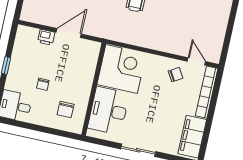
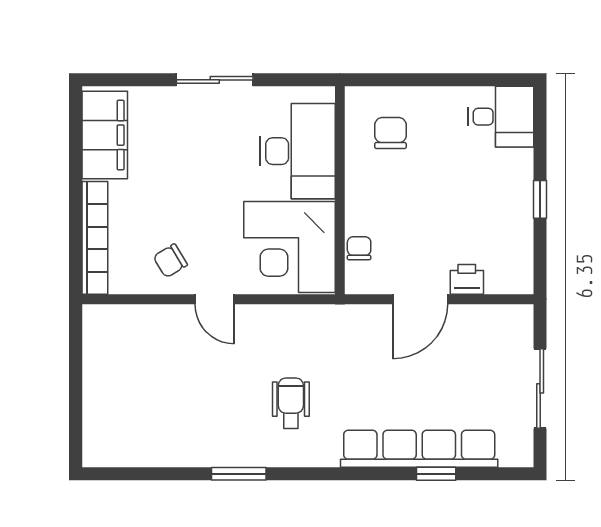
door: (196, 61) -> (215, 299), moved
chair: (43, 84) -> (359, 248), moved

